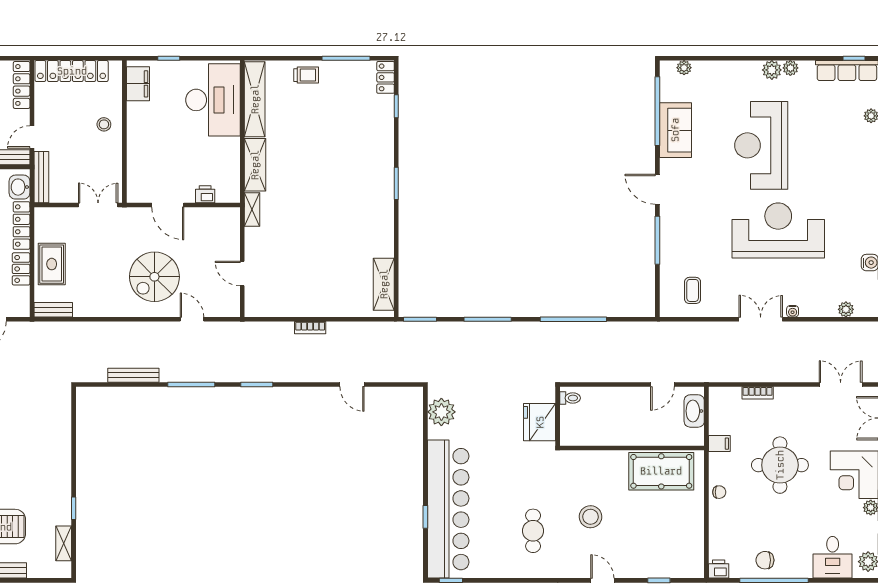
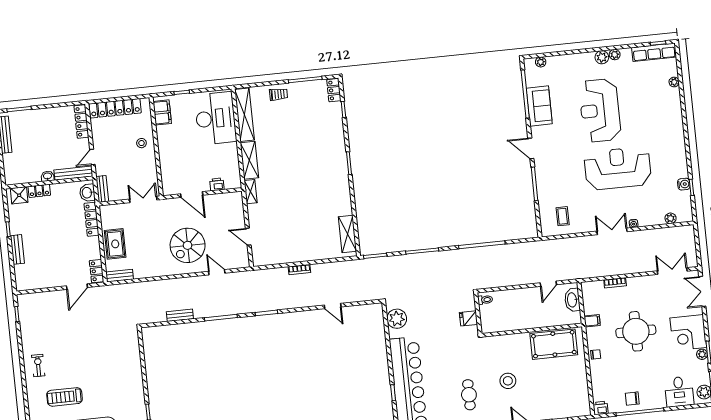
bench: (41, 177) -> (102, 189), width x0.73
locker: (21, 269) -> (97, 271), moved
bench: (133, 375) -> (180, 315), width x0.73
fridge: (540, 422) -> (468, 318), width x0.53, depth x0.75

